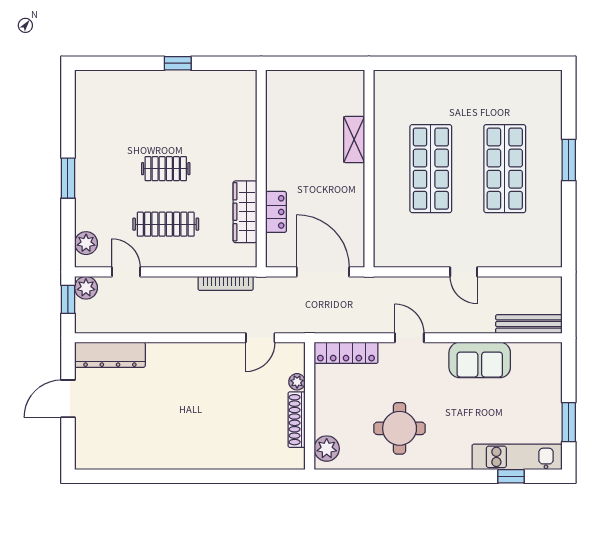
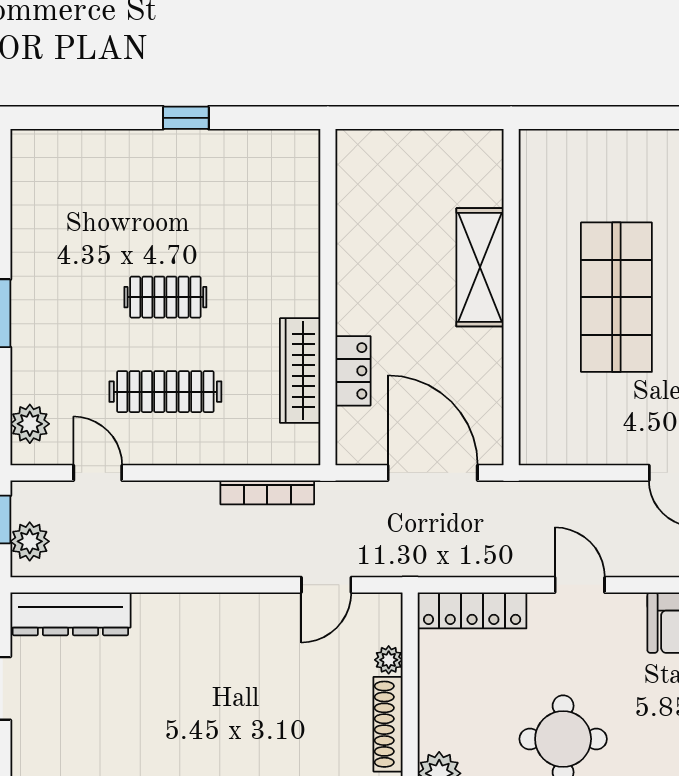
shelving: (354, 140) -> (480, 267), width x1.50, depth x1.33
plant: (86, 288) -> (30, 541), moved

